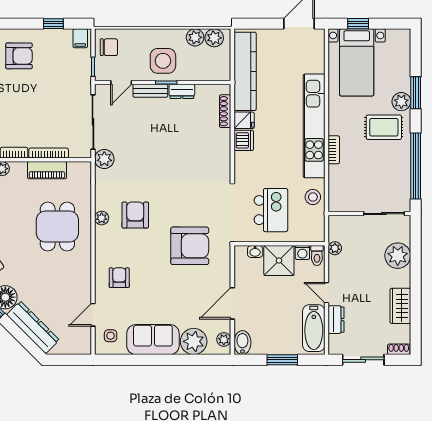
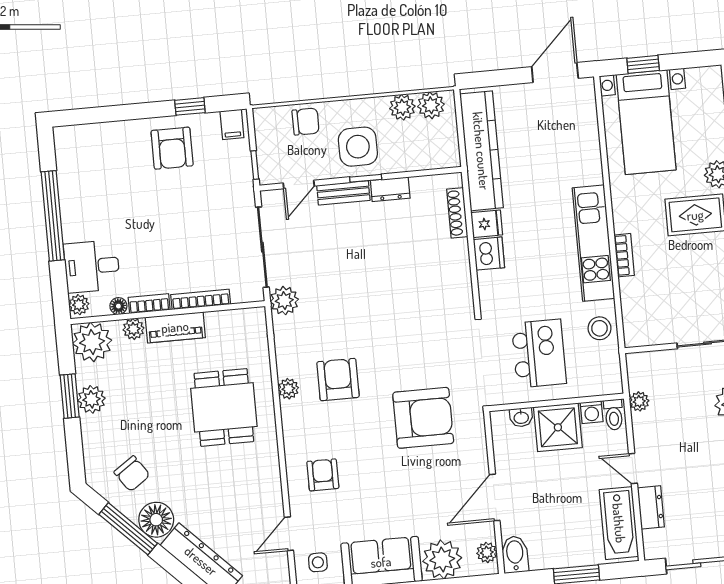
chair: (109, 47) -> (306, 122), moved
armchair: (19, 56) -> (172, 148), moved, turned 90
kitchen unit: (314, 126) -> (593, 243), width x0.73
piano: (47, 170) -> (175, 327), moved

